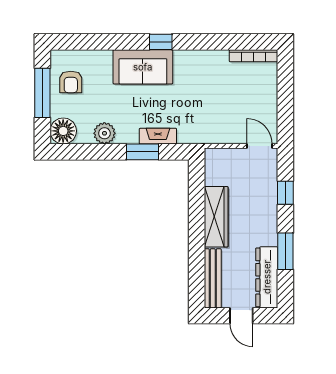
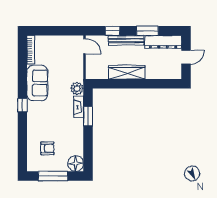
sofa: (143, 67) -> (37, 83), moved
armchair: (71, 82) -> (47, 148), moved
plant: (104, 133) -> (77, 89), moved
door: (260, 146) -> (85, 46), swing flipped
bench: (213, 278) -> (126, 40), moved

